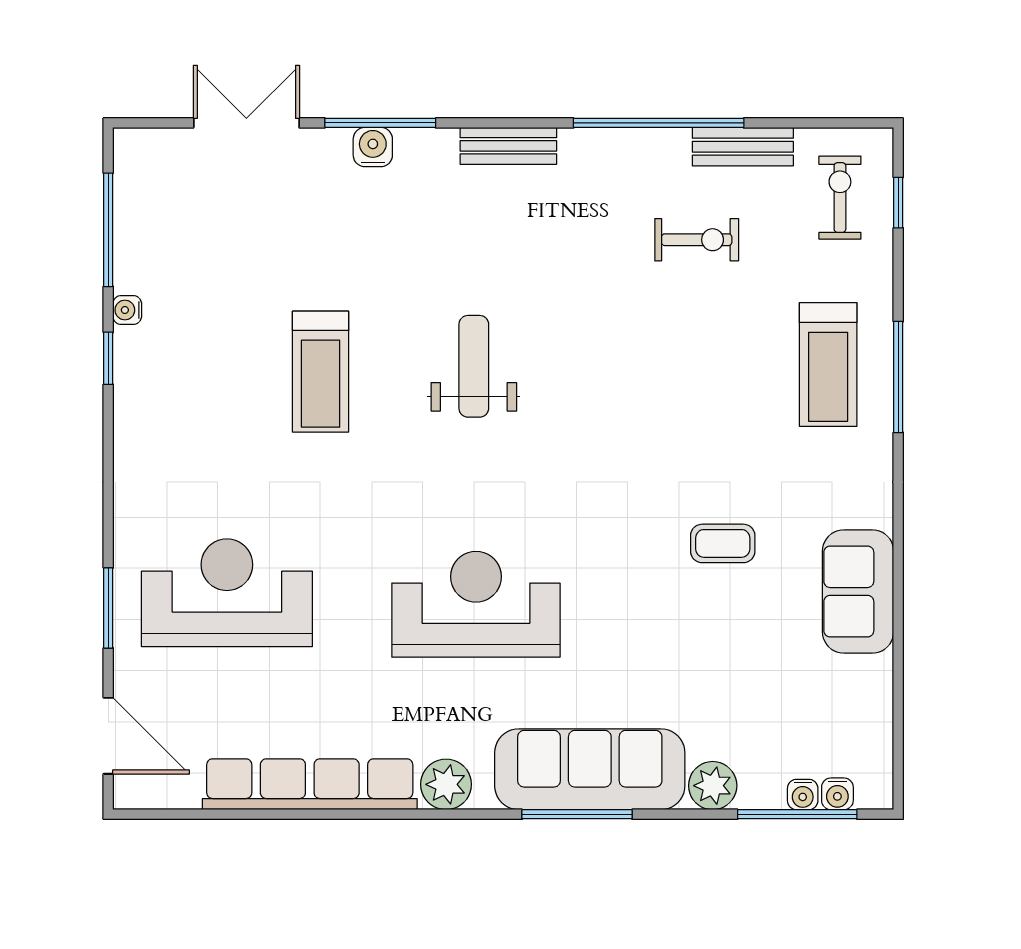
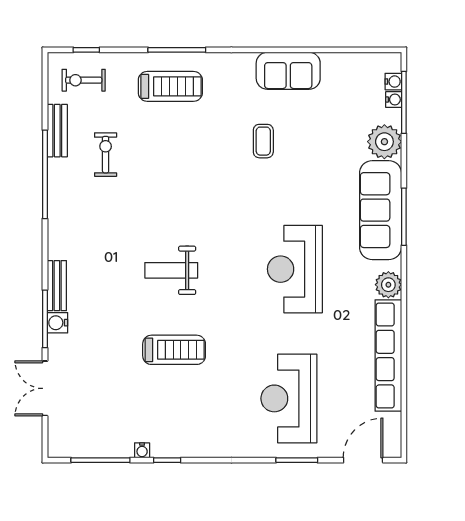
bench: (508, 146) -> (57, 286), moved
plant: (713, 786) -> (384, 142), width x1.36, depth x1.36

